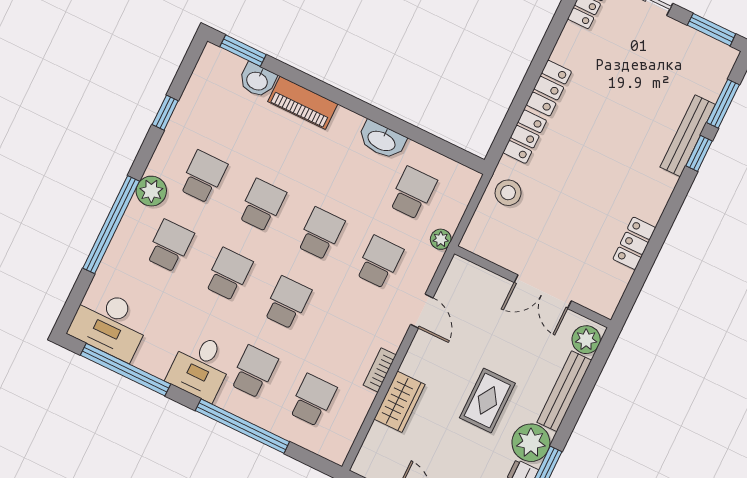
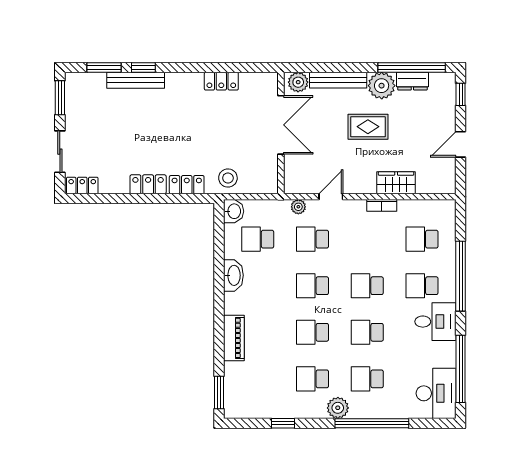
washbasin: (257, 80) -> (234, 211), moved
plant: (441, 239) -> (298, 207), moved
double door: (543, 292) -> (281, 125), width x1.37

